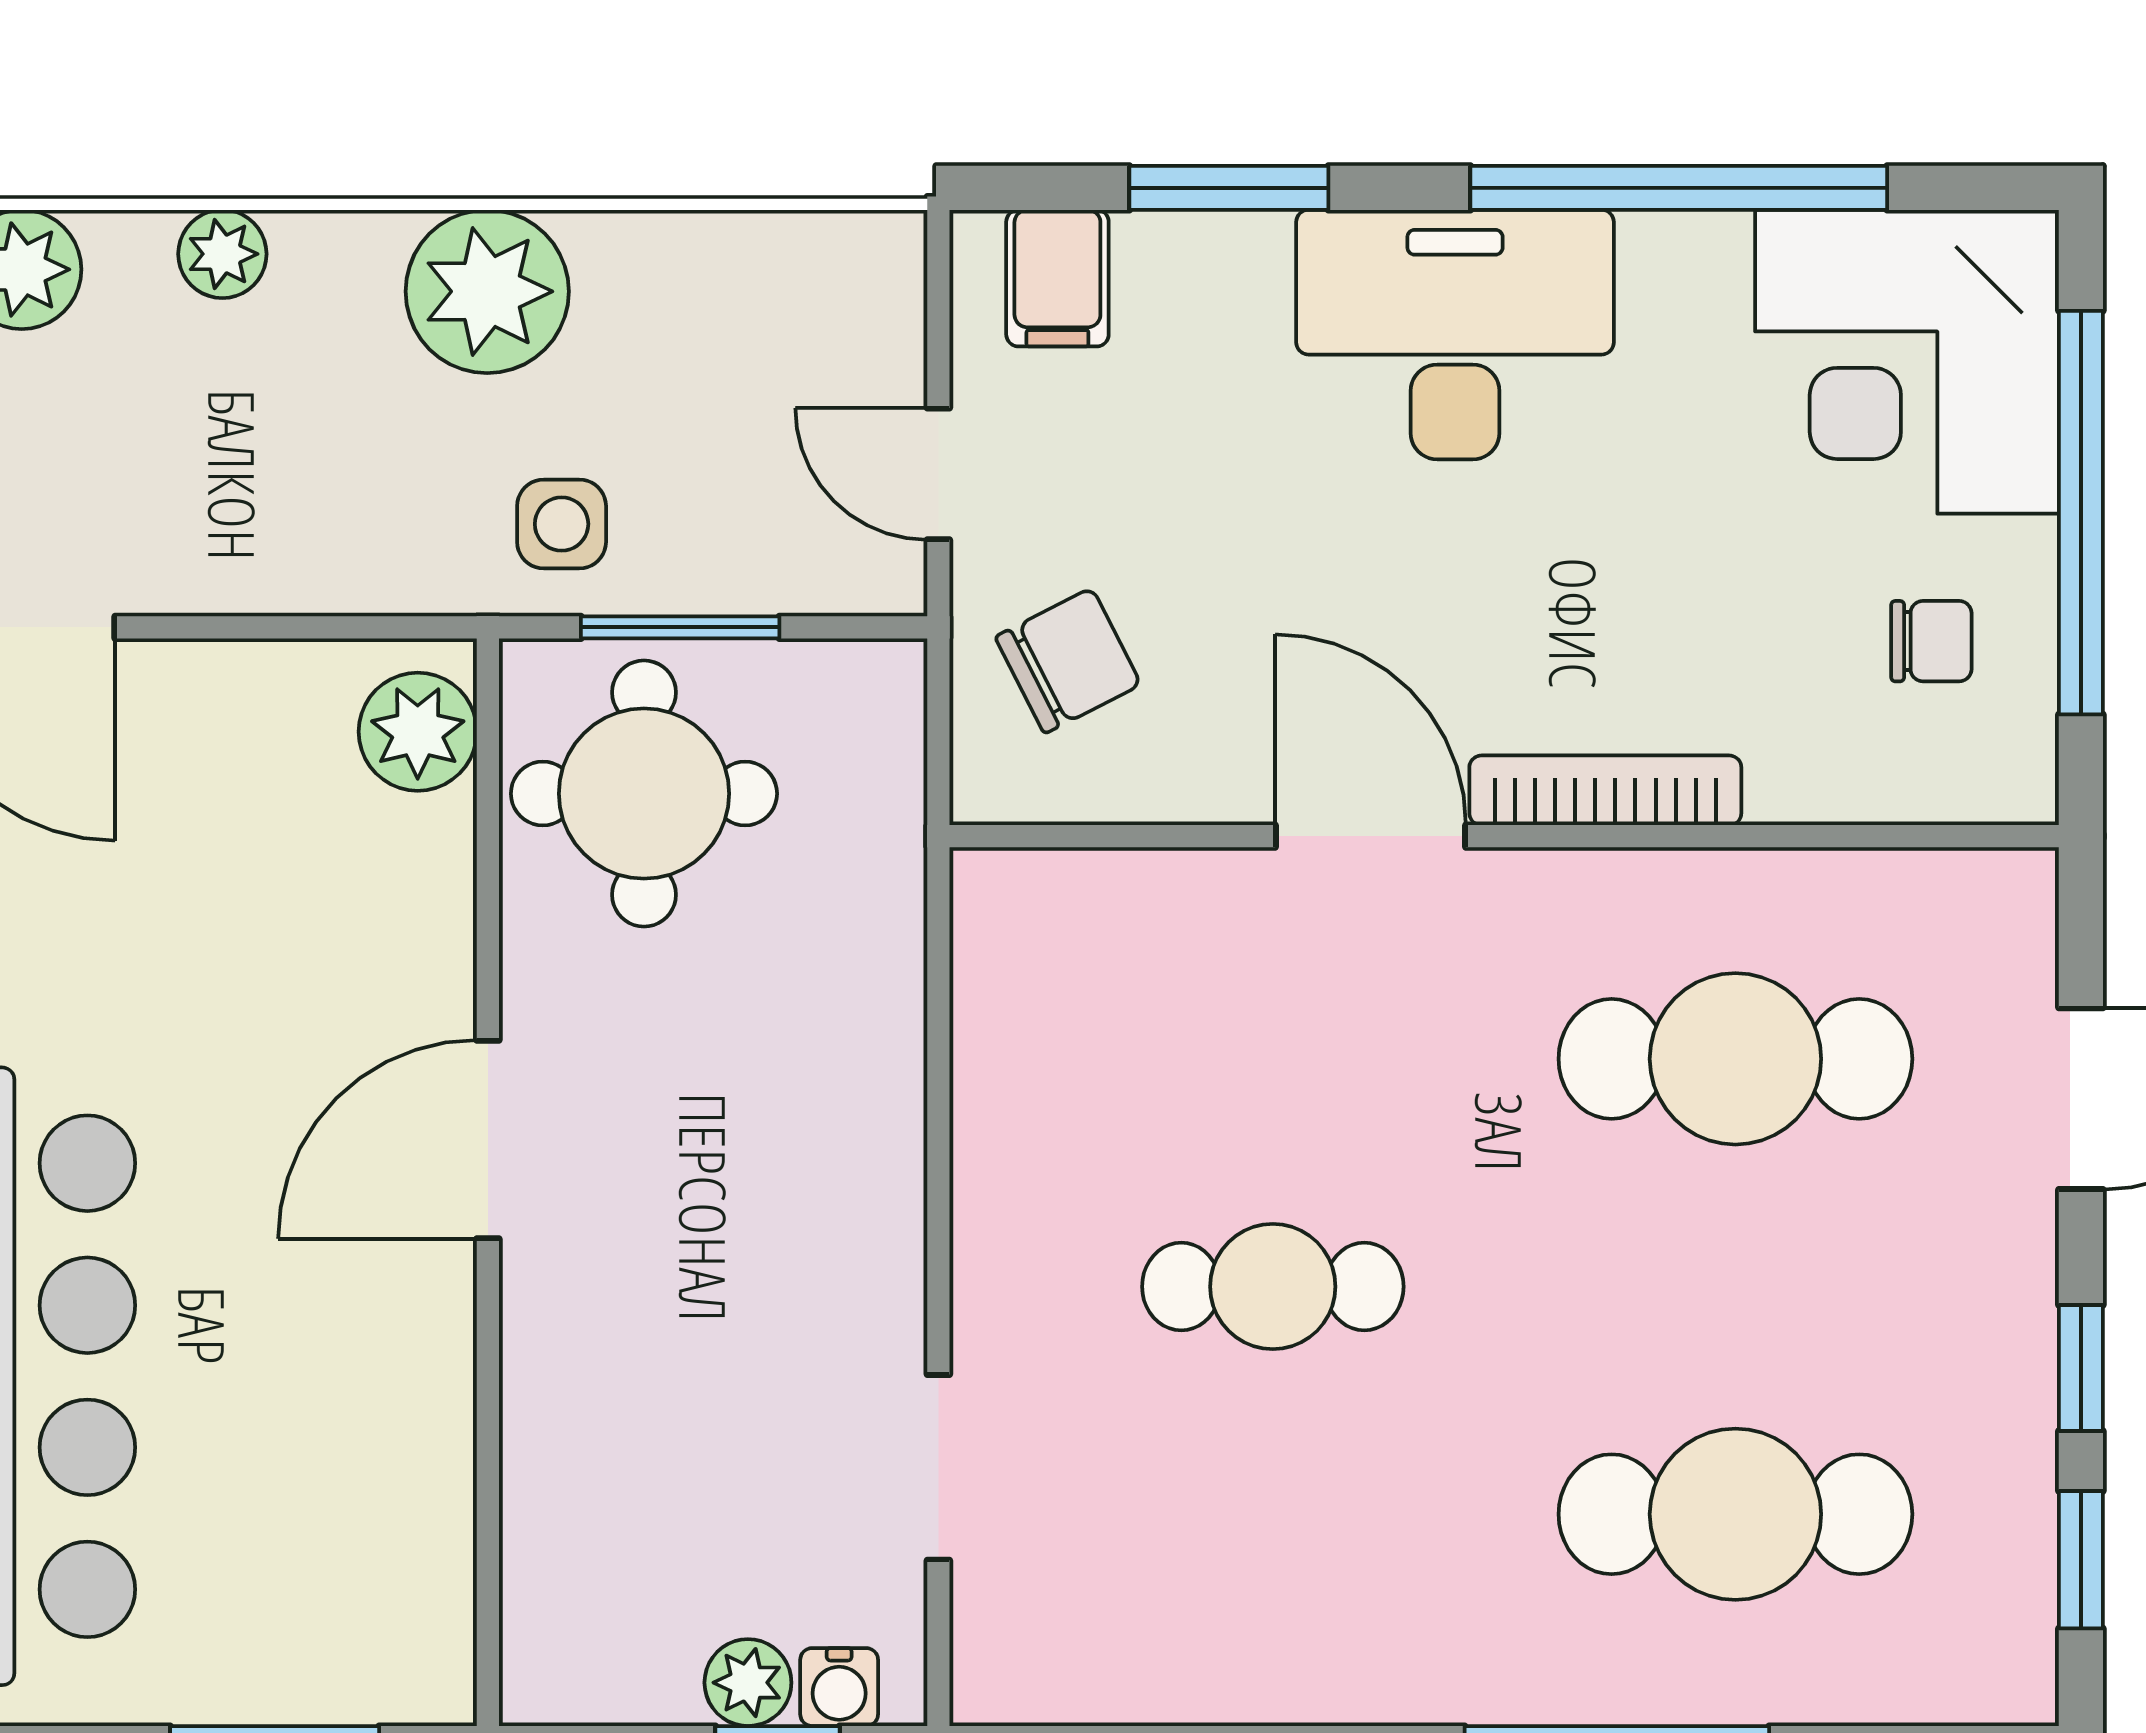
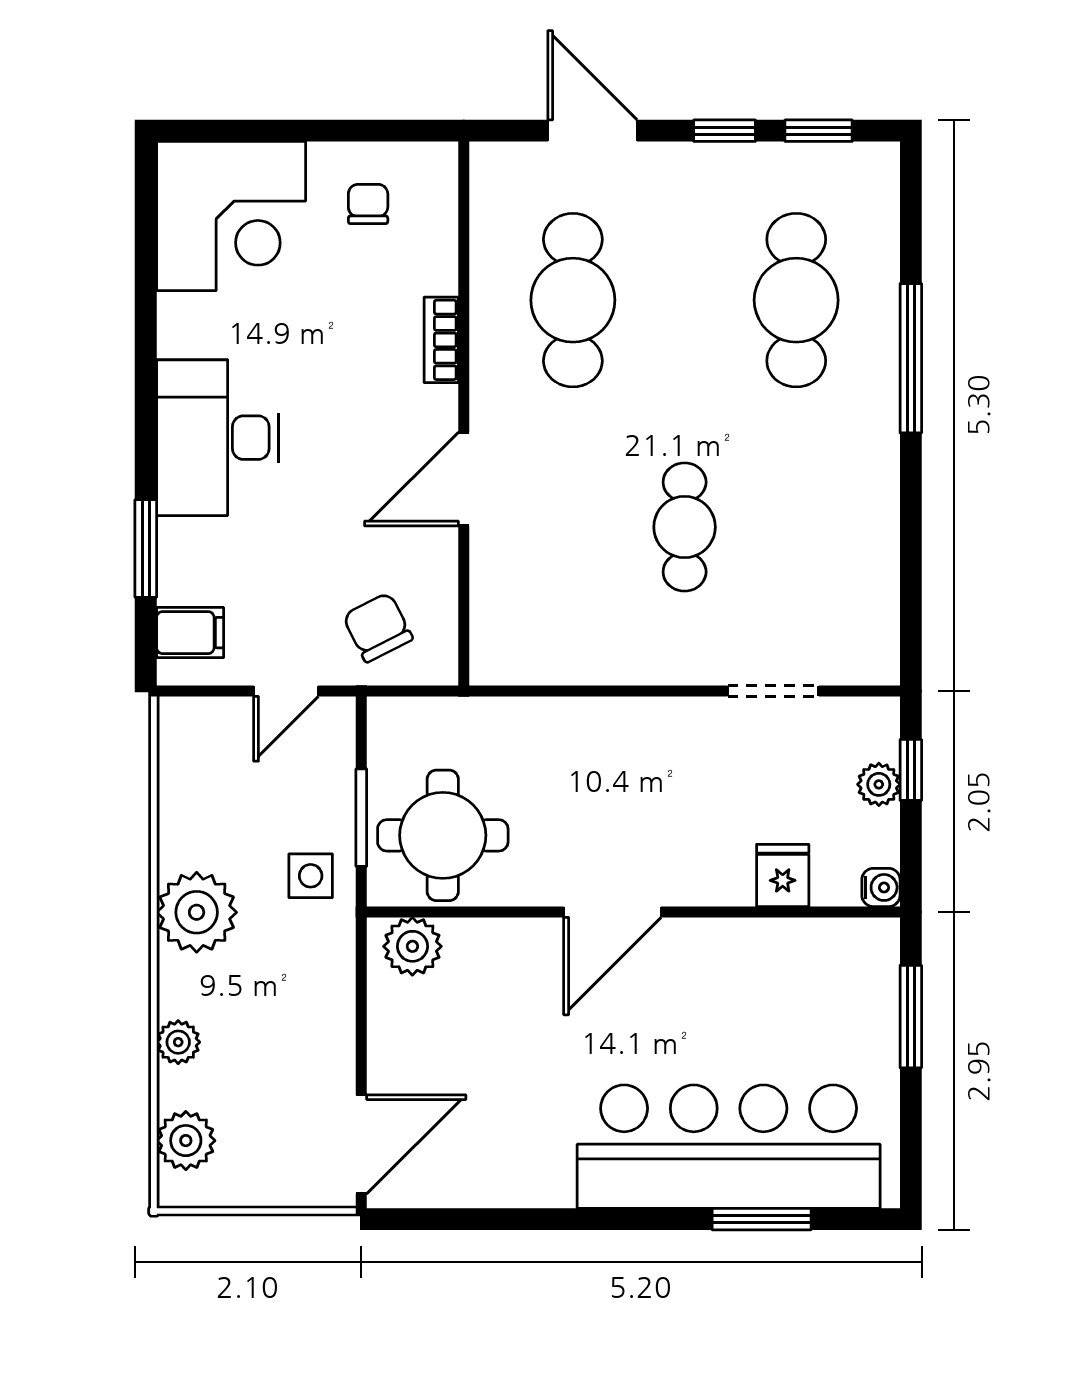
window: (1679, 188) -> (146, 328), removed
window: (2081, 513) -> (305, 131), removed
bookcase: (1605, 790) -> (441, 340), width x0.64
door: (488, 1139) -> (612, 912), hinge flipped
fridge: (562, 1487) -> (783, 875), added
water cooler: (839, 1687) -> (881, 887), moved

